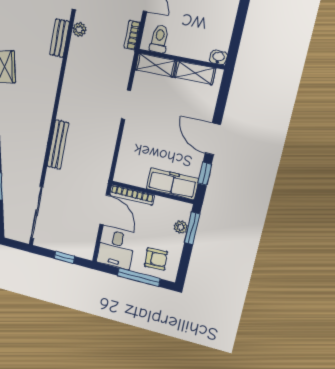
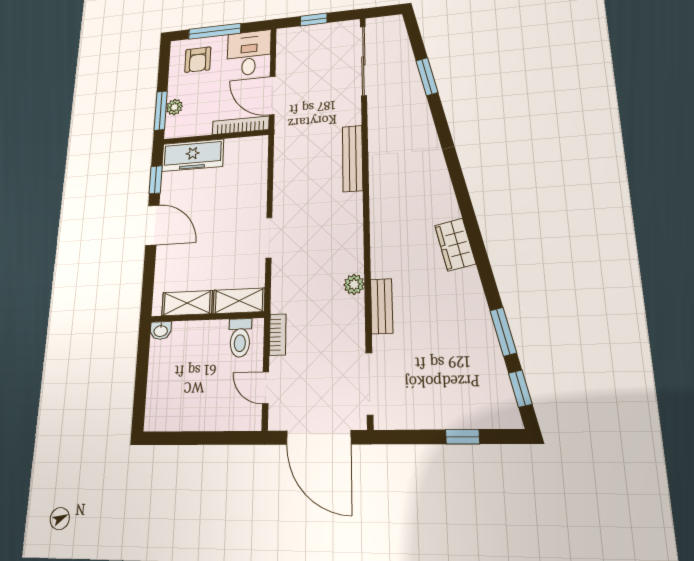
plant: (79, 29) -> (354, 284), moved
armchair: (156, 259) -> (198, 60), turned -87

